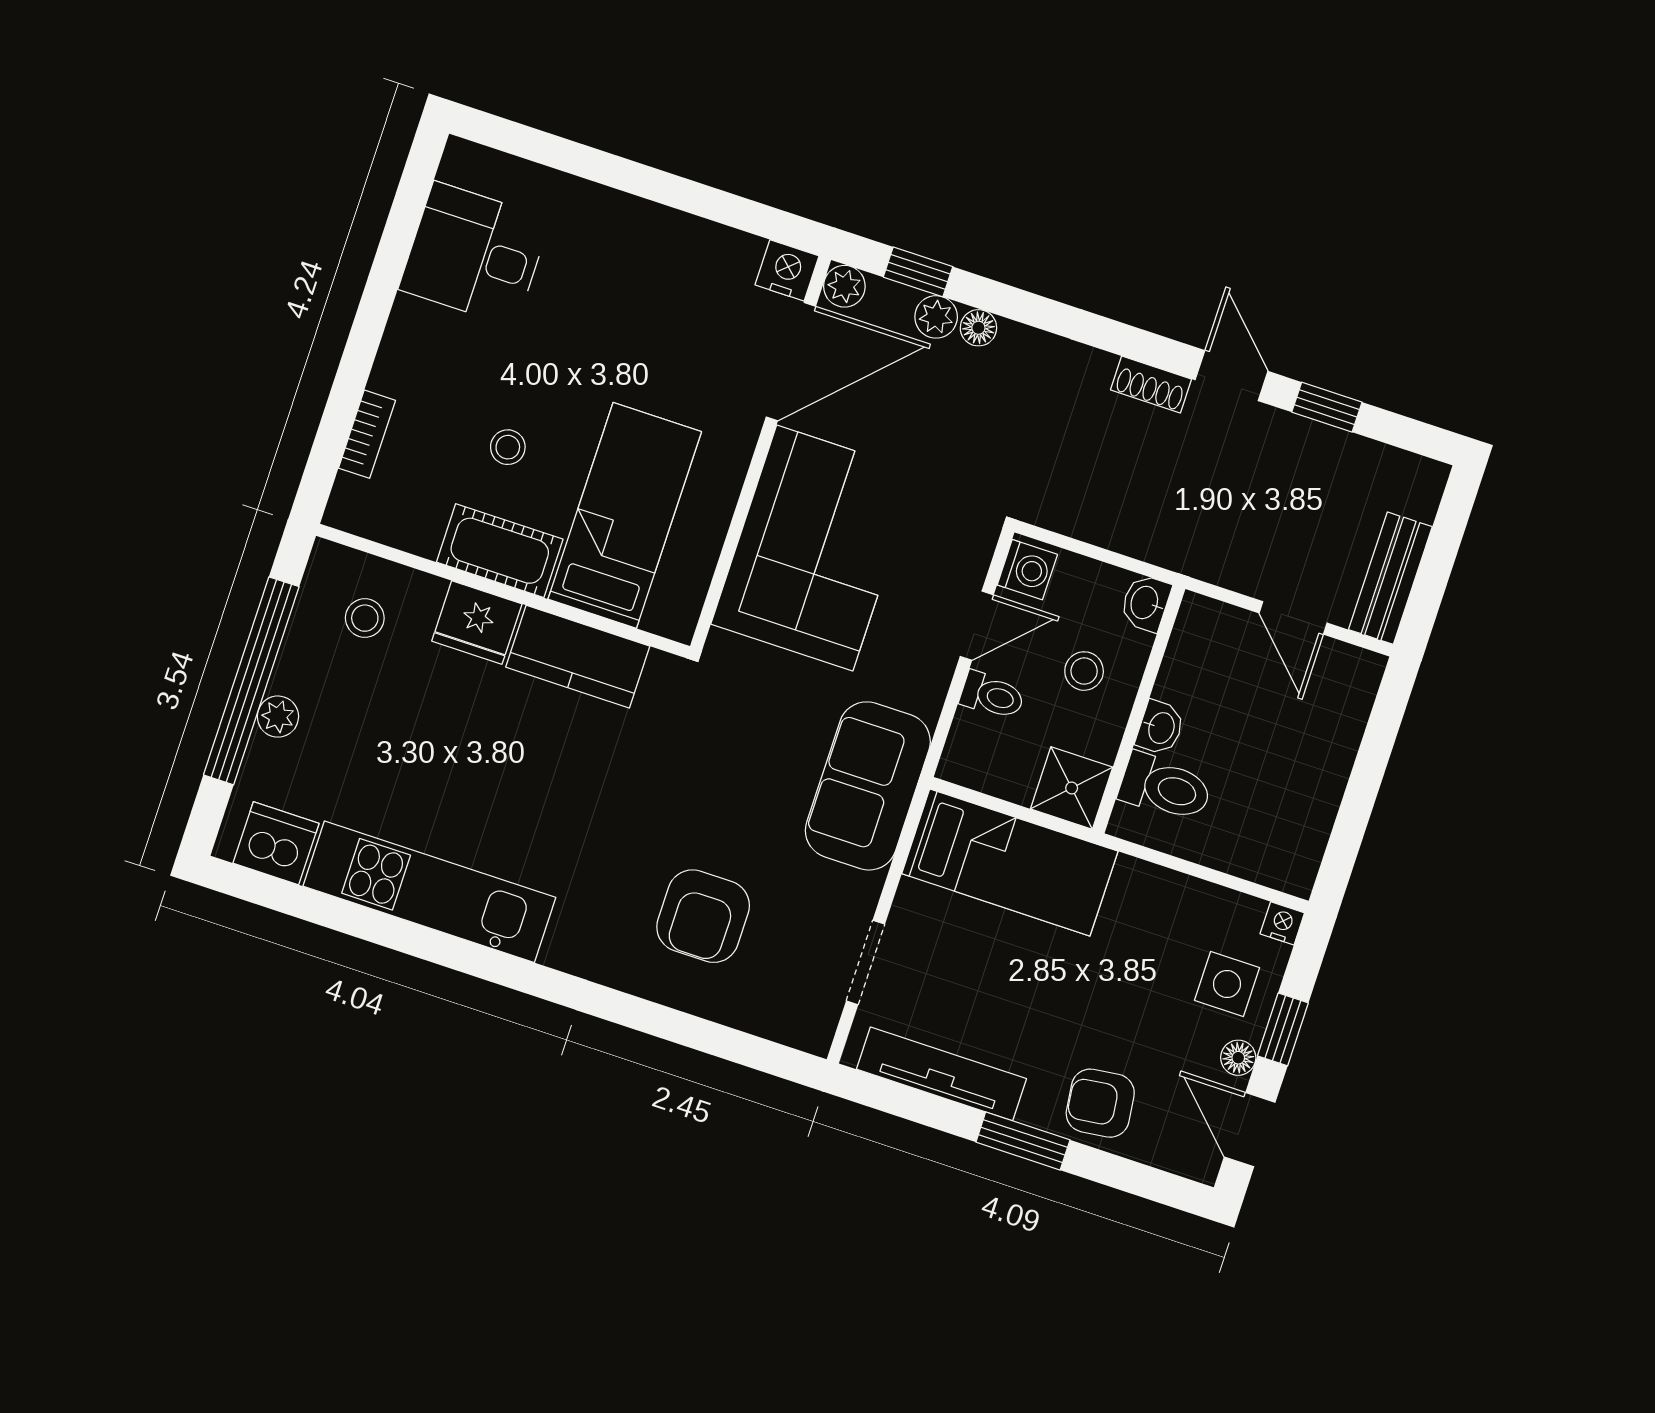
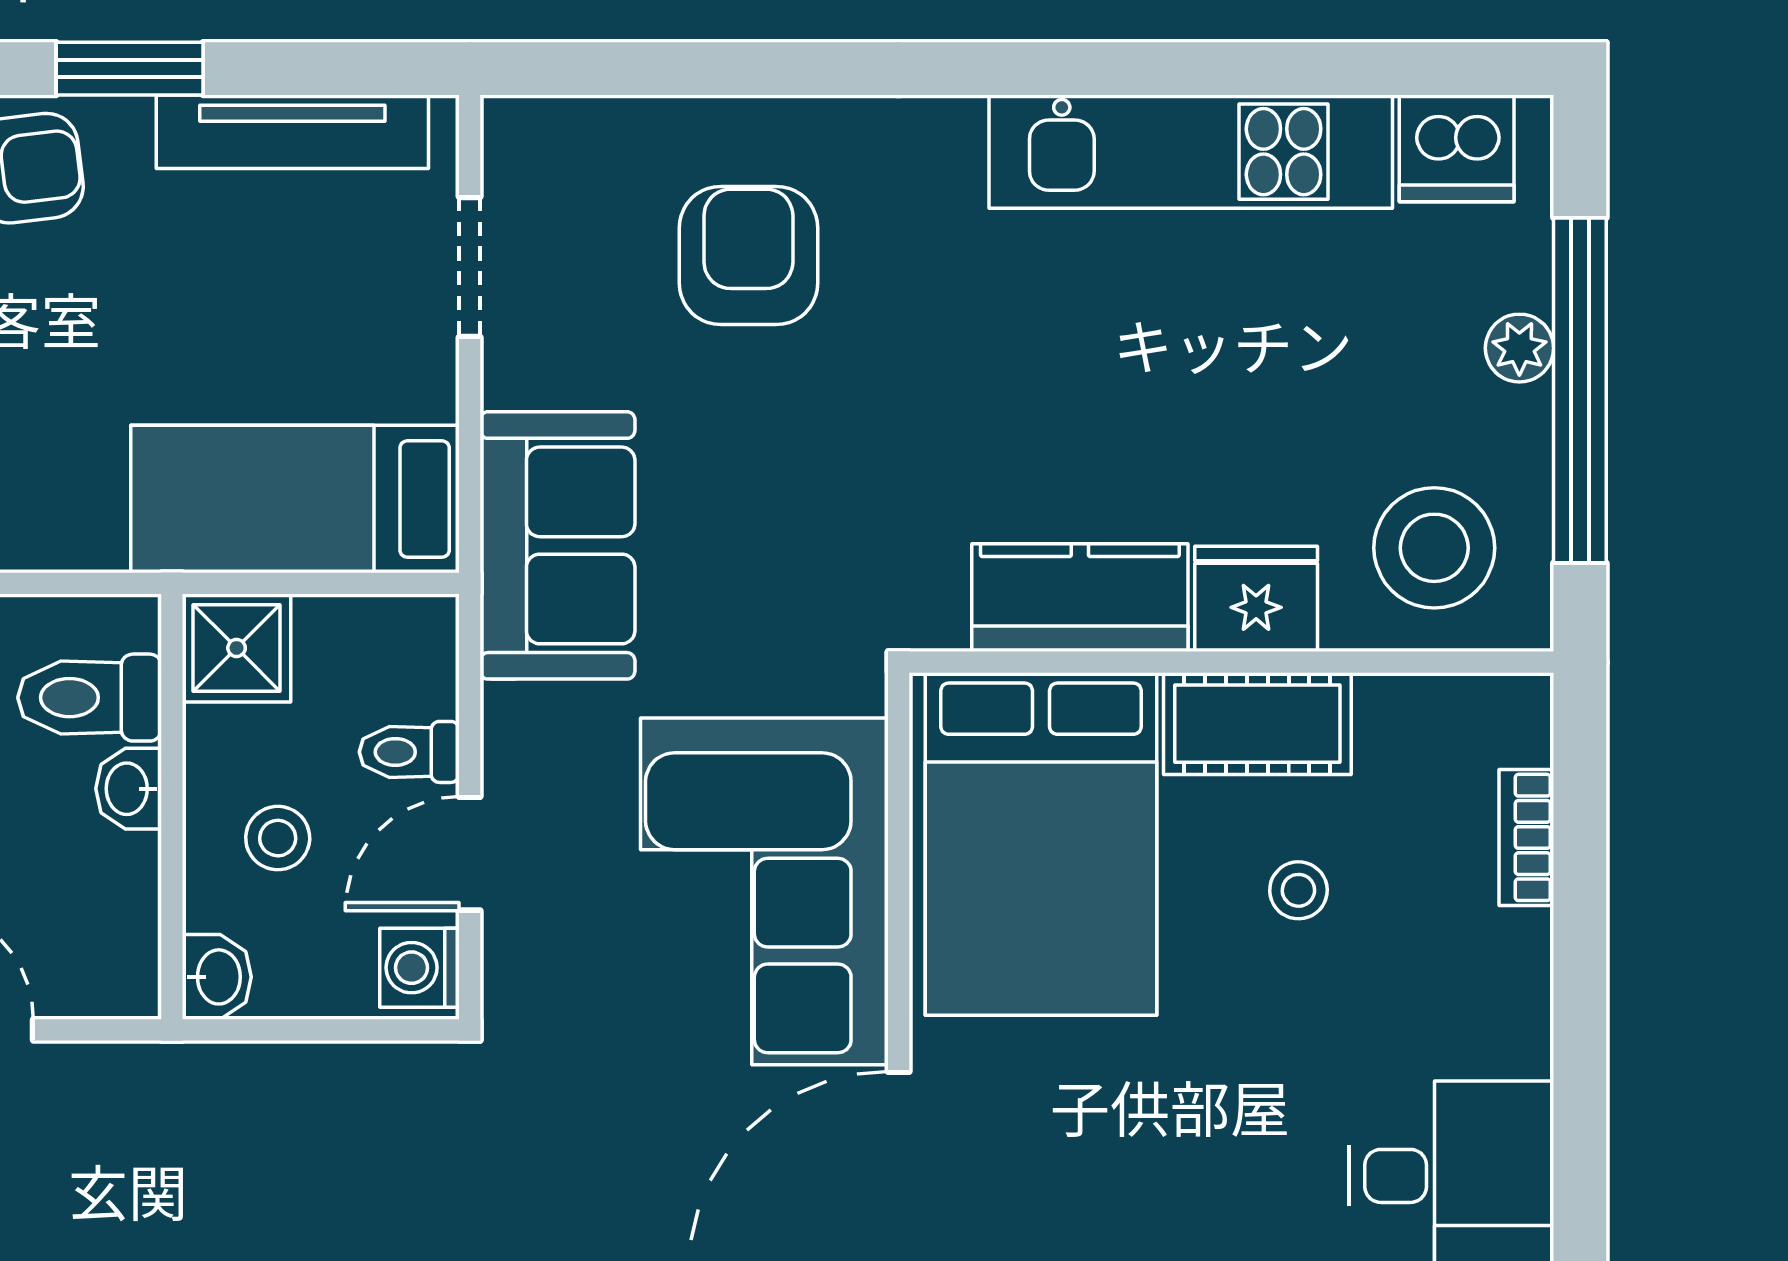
bed: (625, 515) -> (1041, 844), width x1.50
stool: (365, 618) -> (1434, 548), width x1.89, depth x1.89

